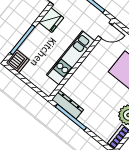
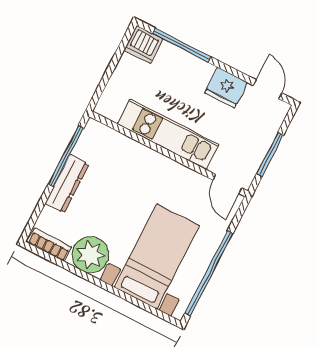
dresser: (68, 105) -> (67, 184), moved

